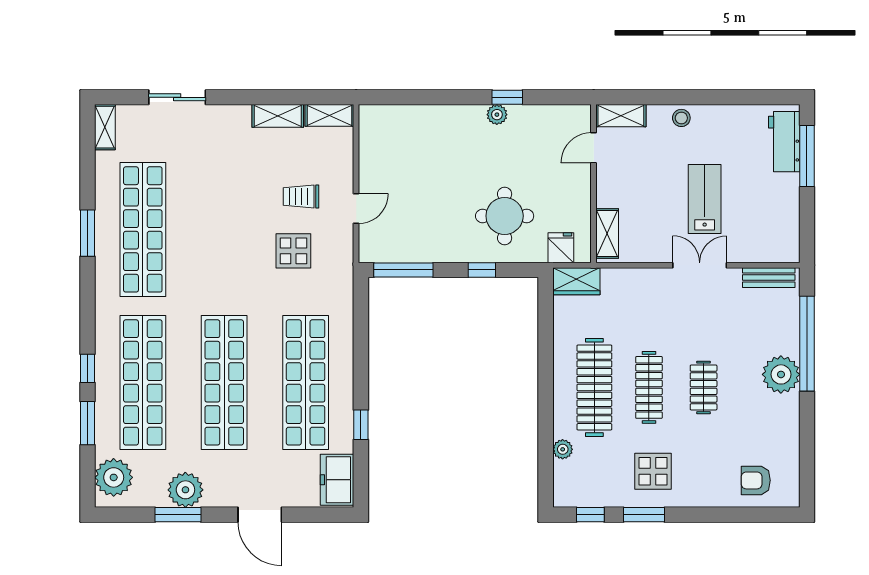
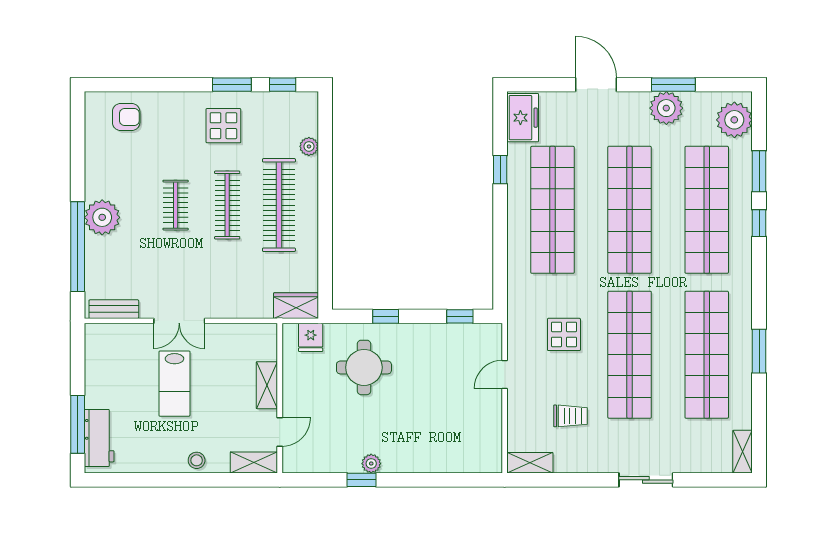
sliding door: (177, 97) -> (646, 480), moved
shelving: (278, 116) -> (579, 462), removed
trolley: (301, 196) -> (570, 416), moved
shop shelf: (224, 229) -> (630, 355), added
shelving: (607, 233) -> (267, 385), moved
window: (403, 270) -> (460, 316), width x0.46

